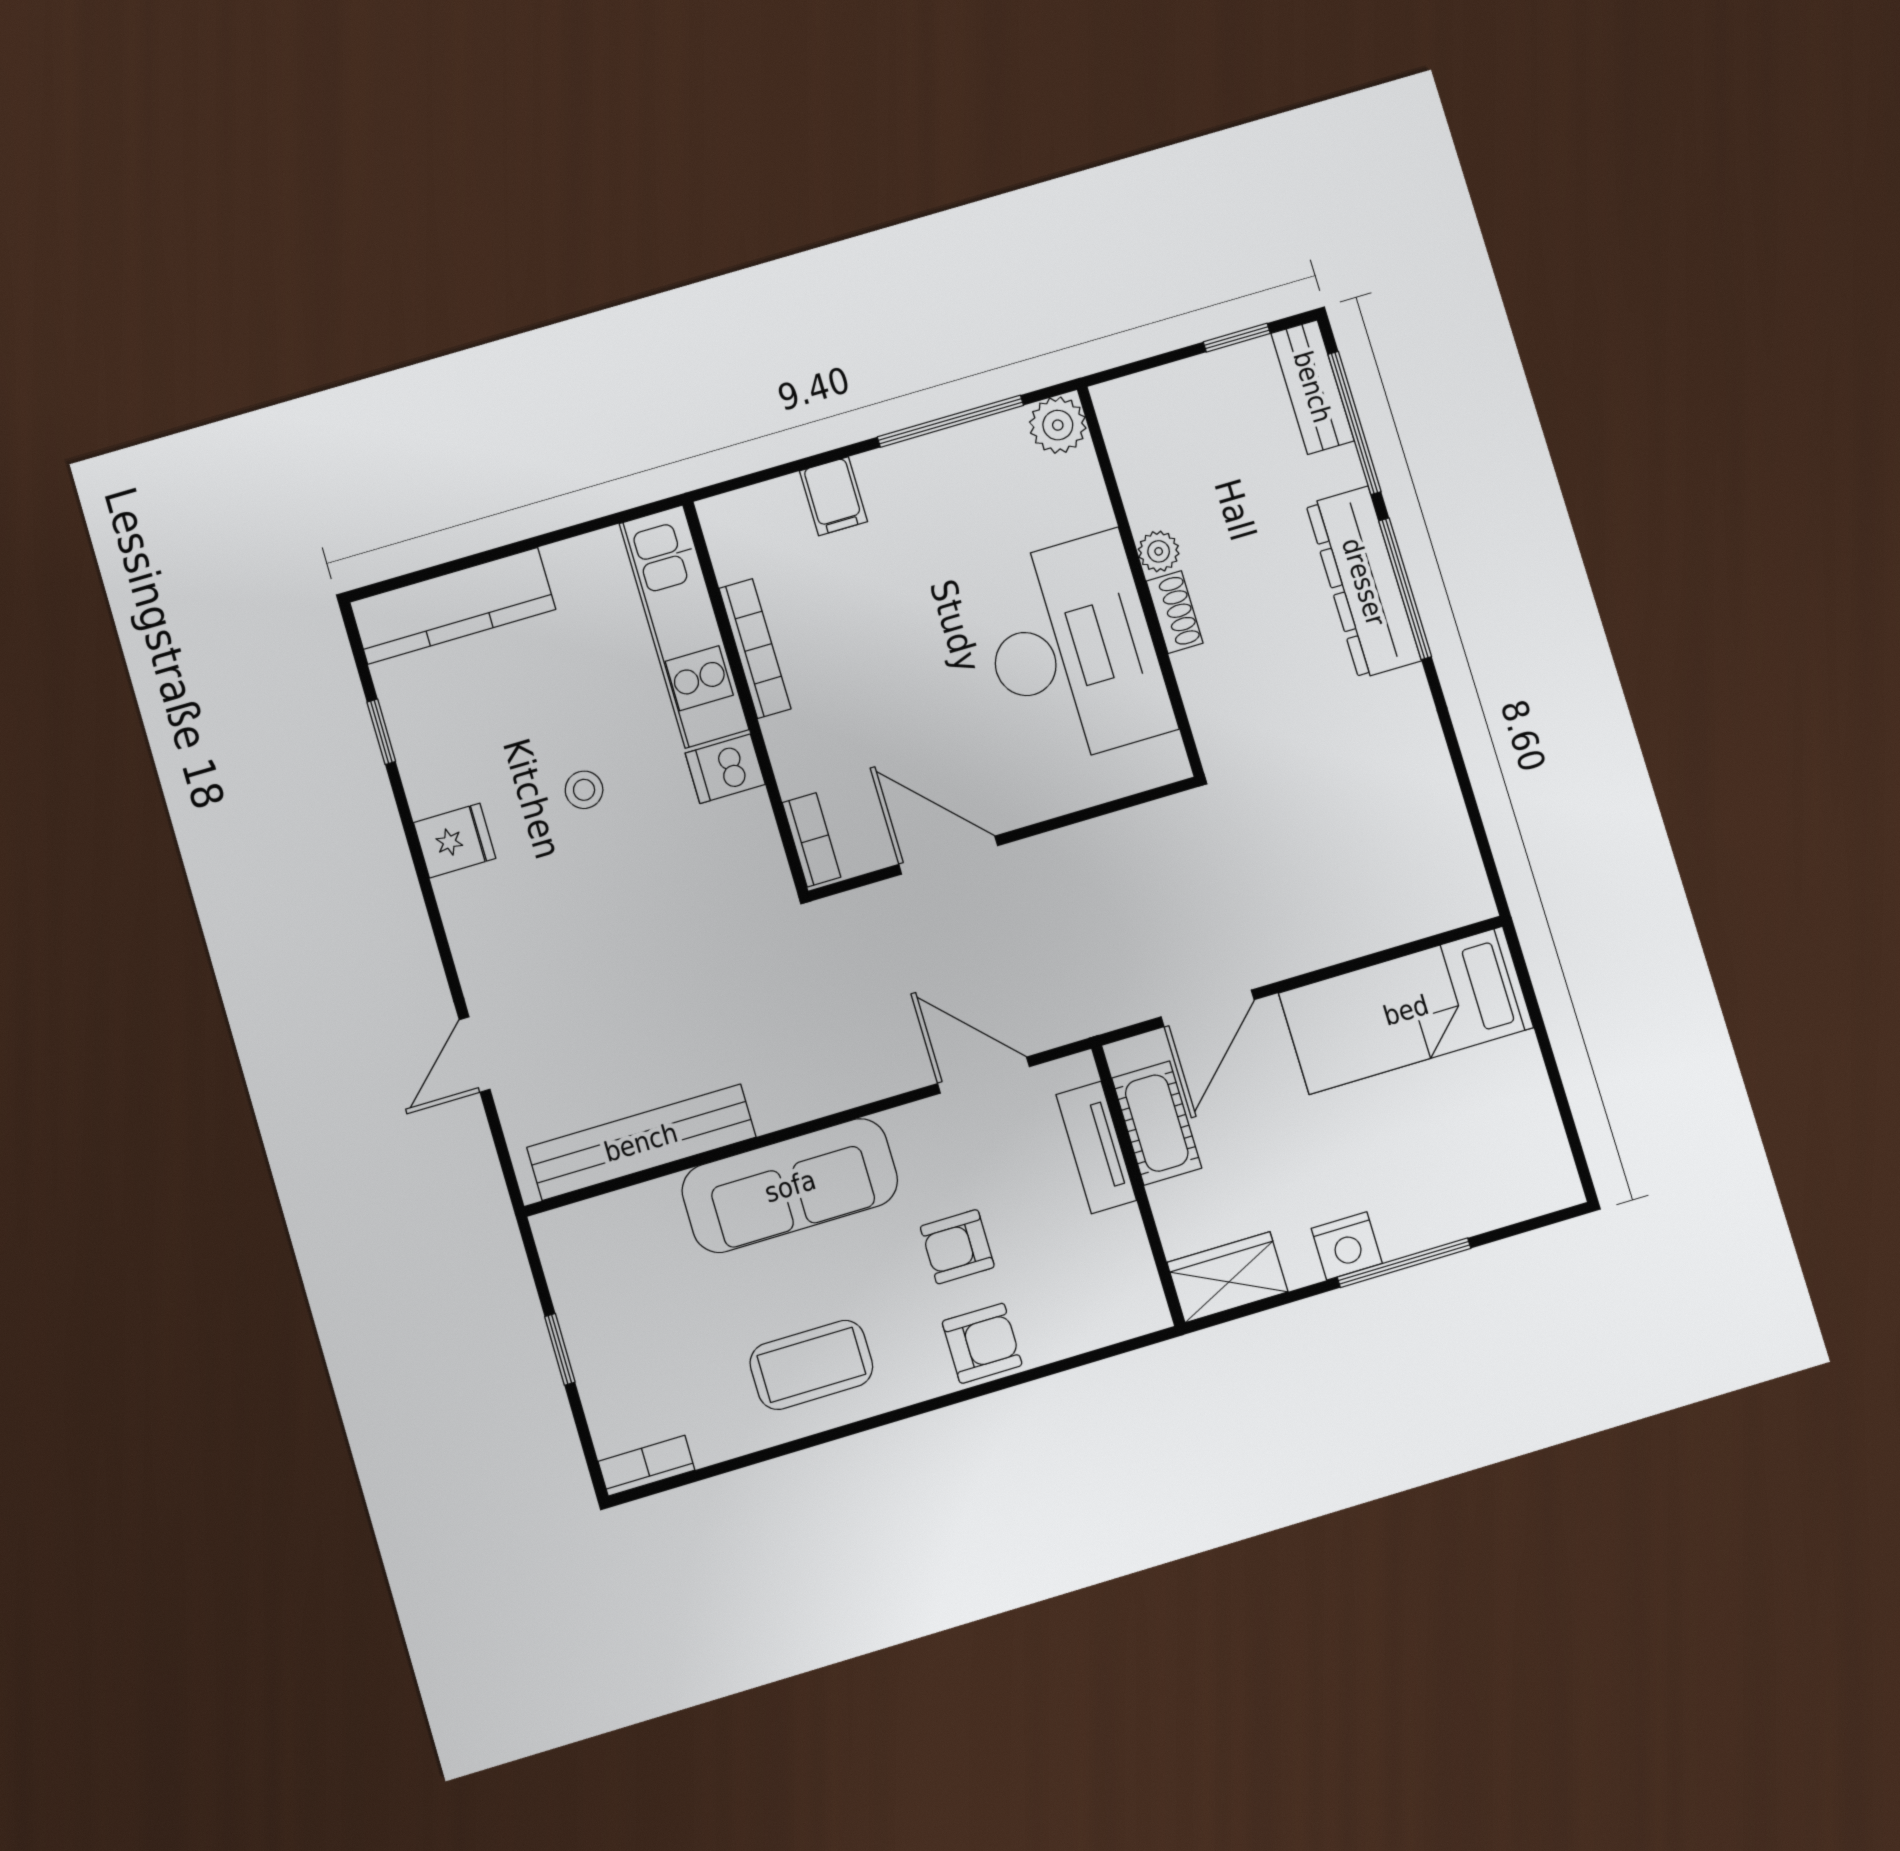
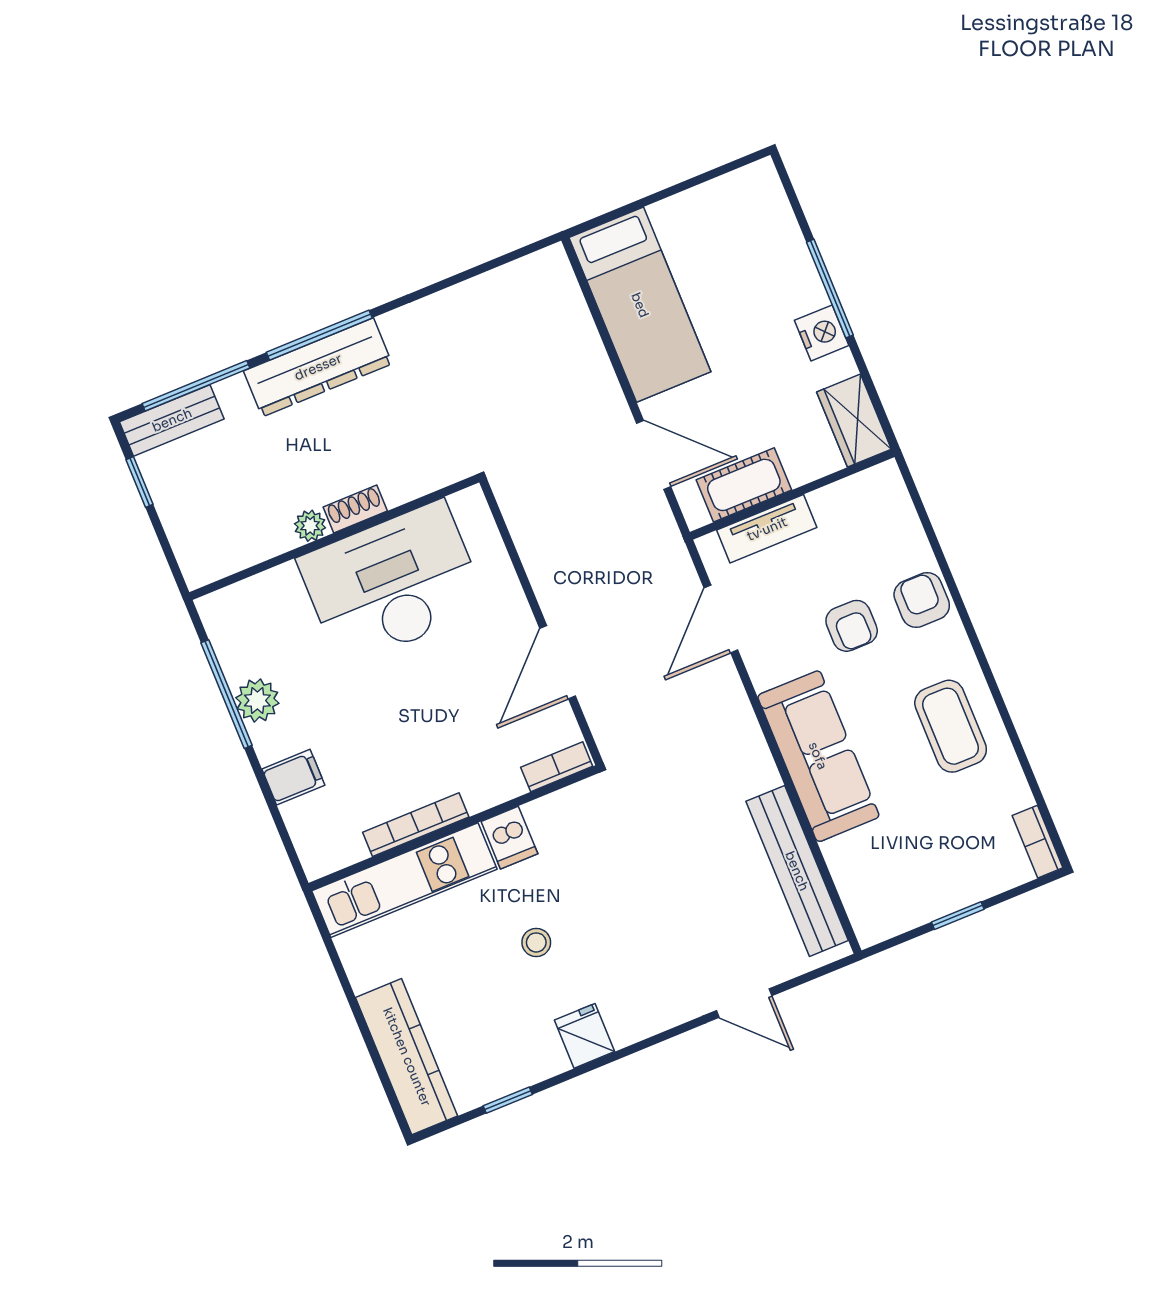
plant: (1058, 425) -> (257, 700), moved

